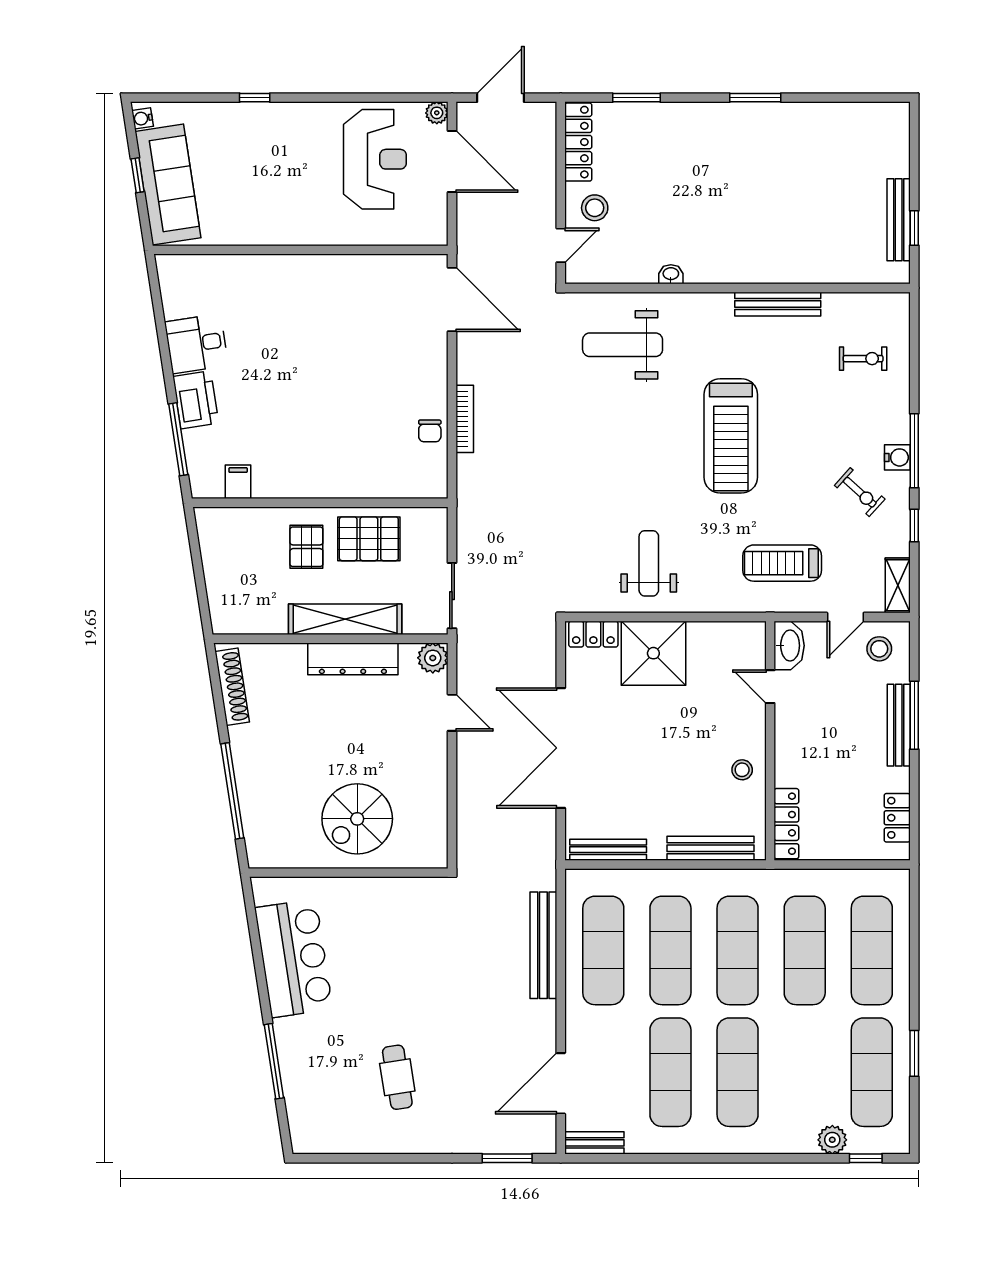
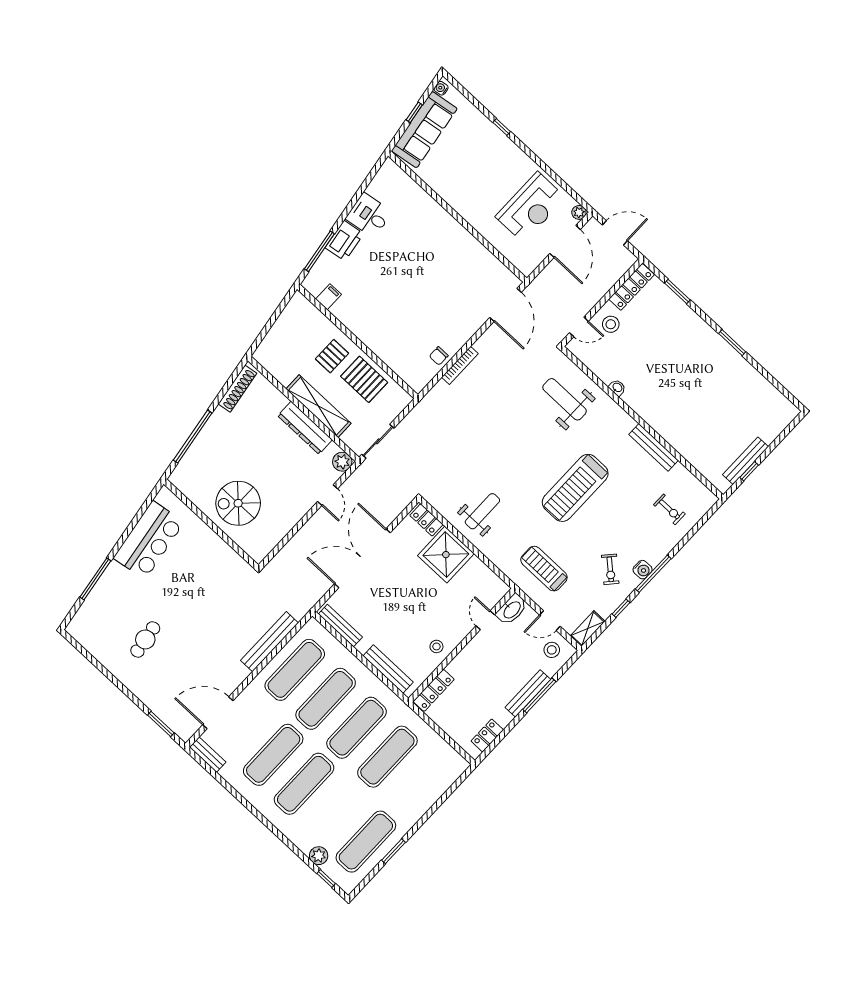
exercise mat: (872, 950) -> (418, 786), removed

